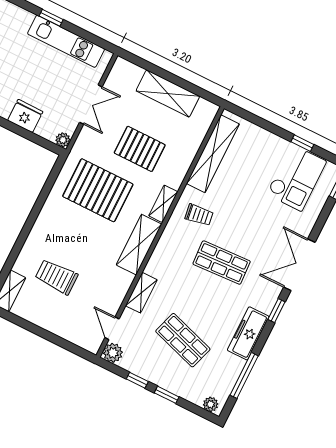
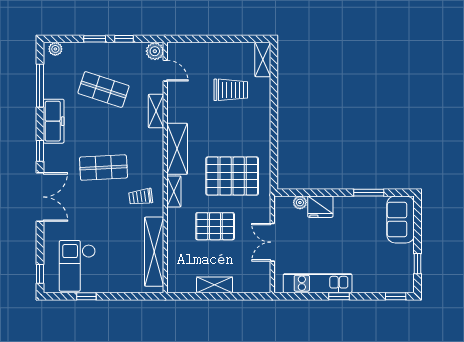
shelving: (168, 93) -> (215, 285), width x0.67, depth x0.75
plant: (63, 140) -> (300, 203), moved

